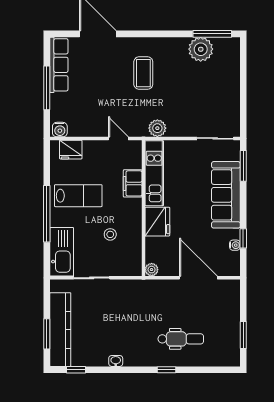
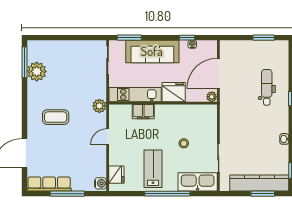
kitchen unit: (154, 173) -> (135, 95), moved
filing cabinet: (133, 183) -> (143, 112), moved
wall: (143, 208) -> (163, 103), moved
fridge: (157, 222) -> (174, 92), moved
plant: (152, 270) -> (212, 97), moved

